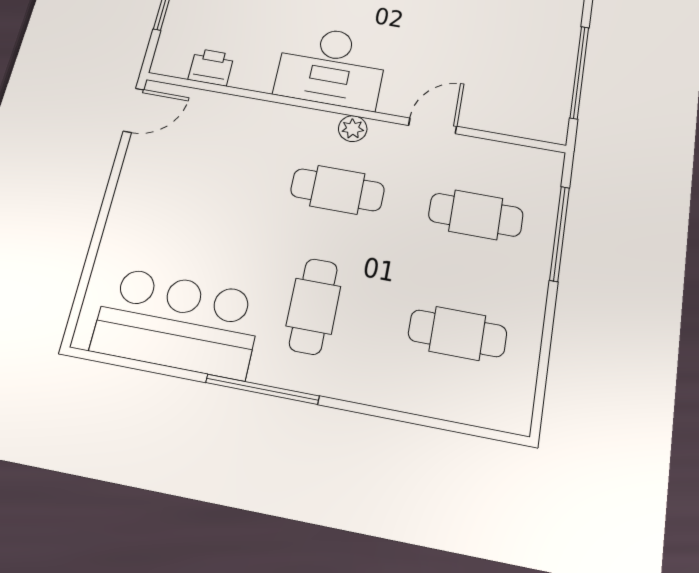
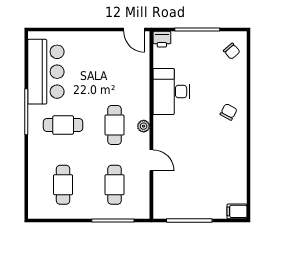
printer: (211, 67) -> (162, 39), moved, turned 90
desk: (331, 67) -> (171, 91), moved

